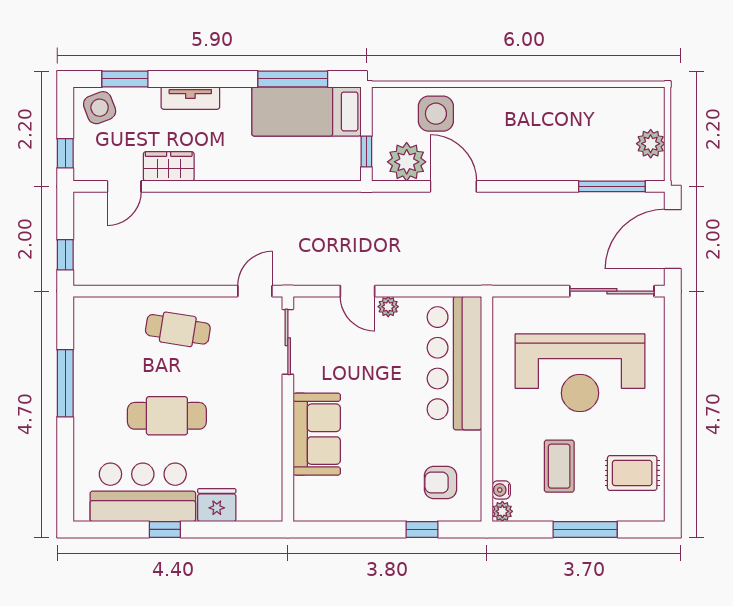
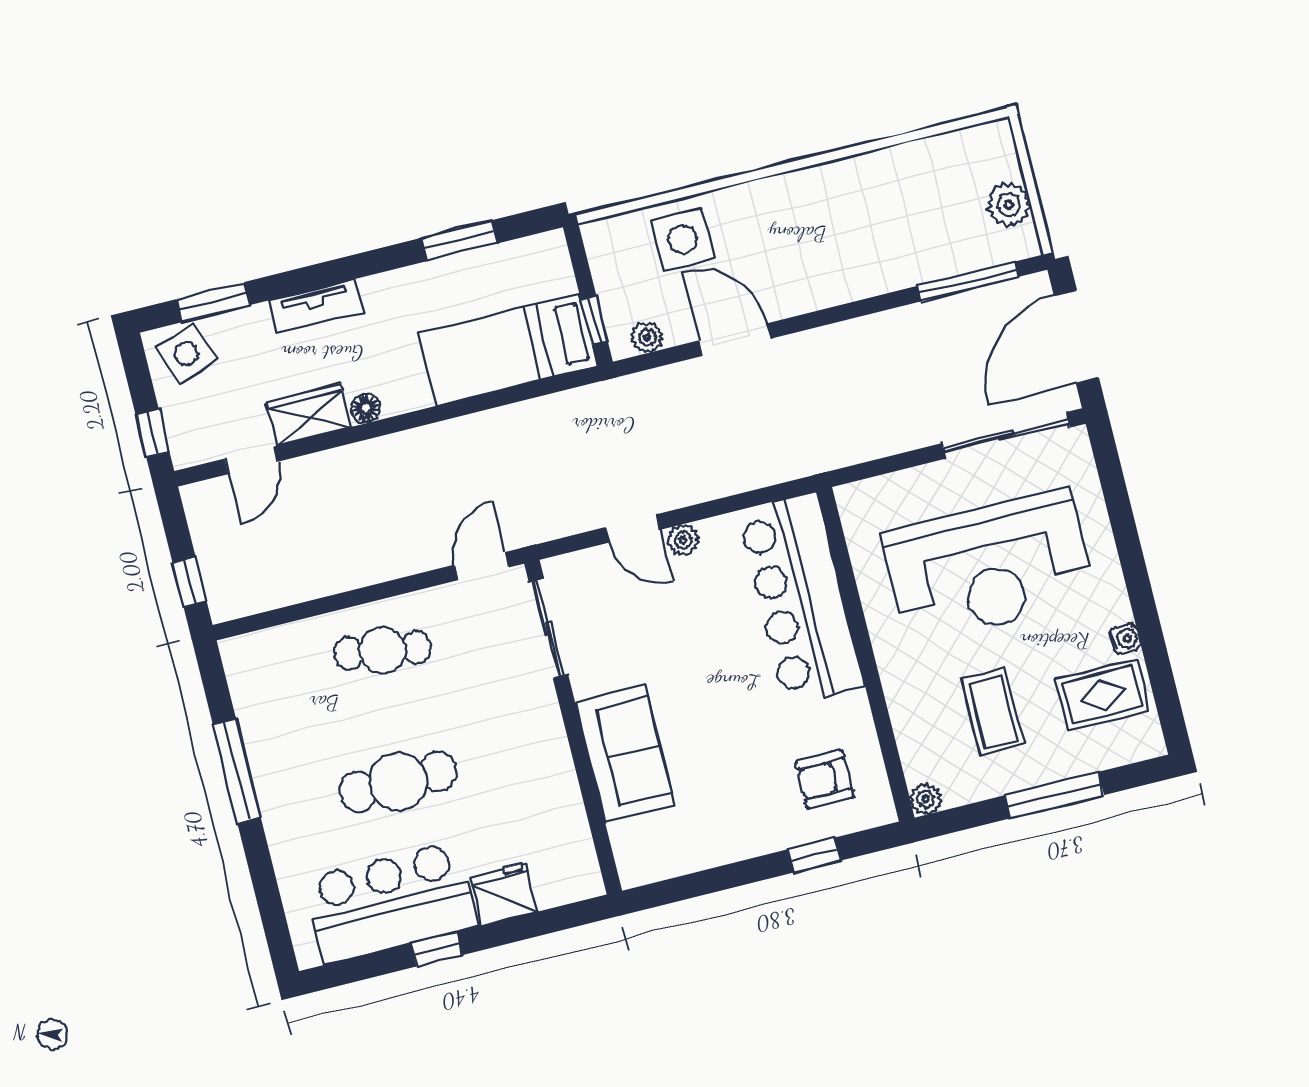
window: (293, 79) -> (460, 241), width x0.69
bed: (306, 111) -> (508, 350), moved
plant: (407, 162) -> (647, 337), width x0.53, depth x0.53
floor lamp: (206, 171) -> (366, 408), added
water cooler: (501, 490) -> (1125, 639), moved, turned 180

